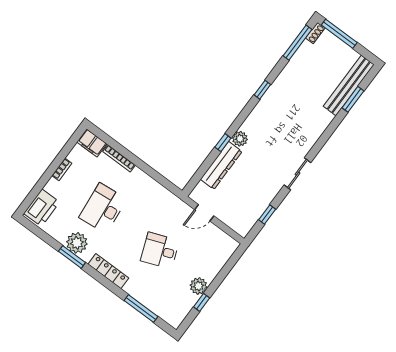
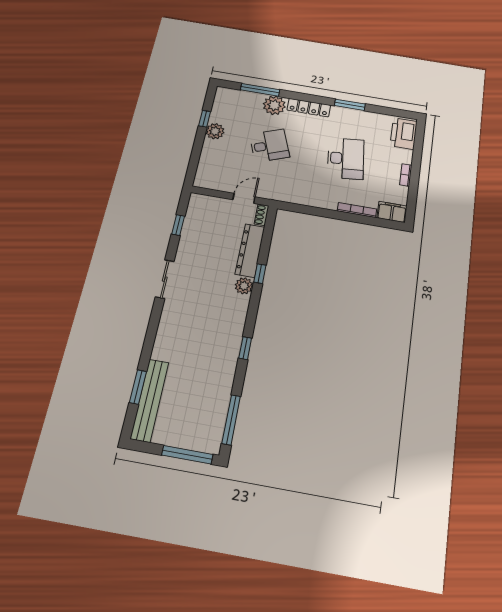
shoe rack: (315, 33) -> (262, 215), moved
plant: (77, 243) -> (274, 105), moved

